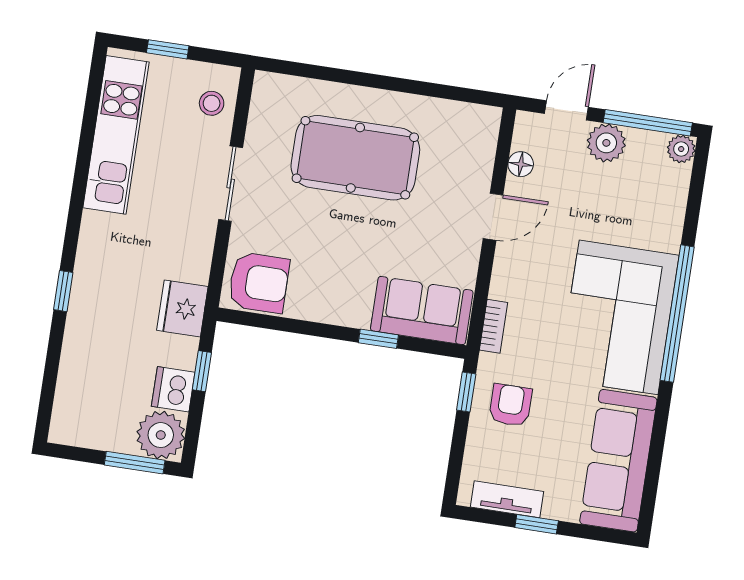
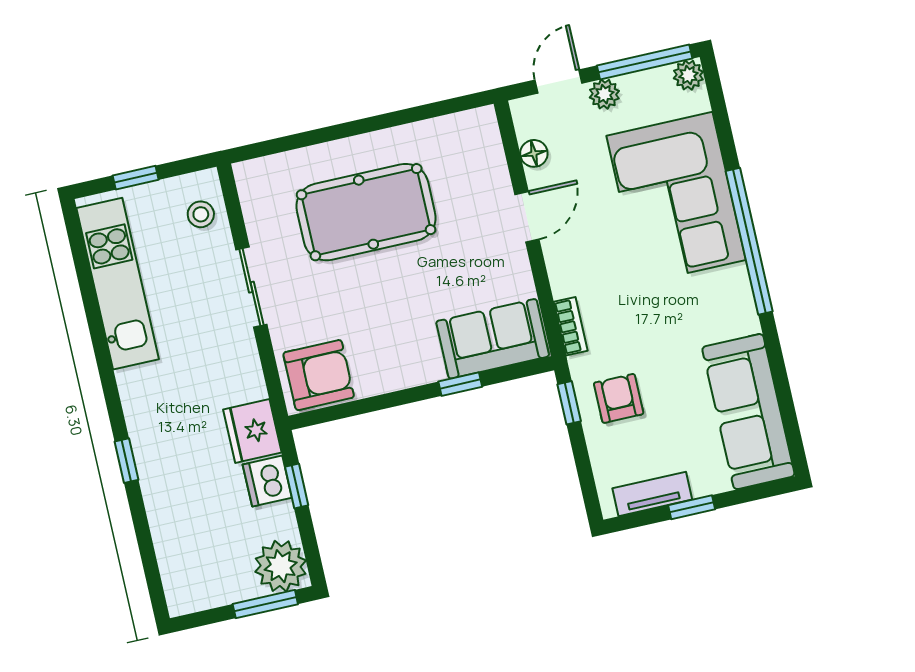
plant: (606, 143) -> (604, 94), width x0.73, depth x0.73
corner sofa: (619, 317) -> (676, 198), moved
dishwasher: (173, 389) -> (267, 481), moved

